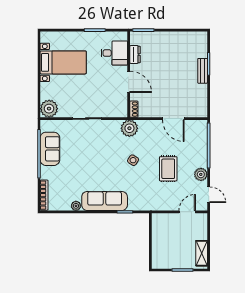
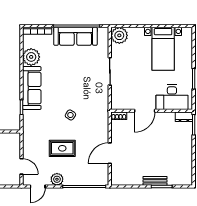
desk: (114, 53) -> (172, 97), width x1.37
dresser: (135, 54) -> (184, 117), moved
plant: (129, 128) -> (101, 112), removed
sofa: (50, 149) -> (75, 36), width x1.36
plant: (76, 206) -> (31, 57), width x1.88, depth x1.88

